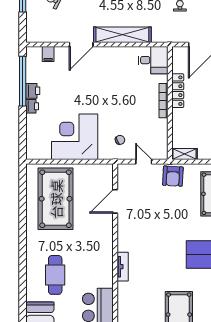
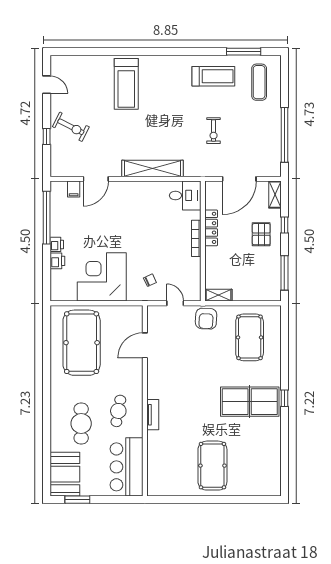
door: (81, 44) -> (96, 179), moved
printer: (33, 91) -> (57, 261), moved
cafe table: (90, 263) -> (118, 411), added

